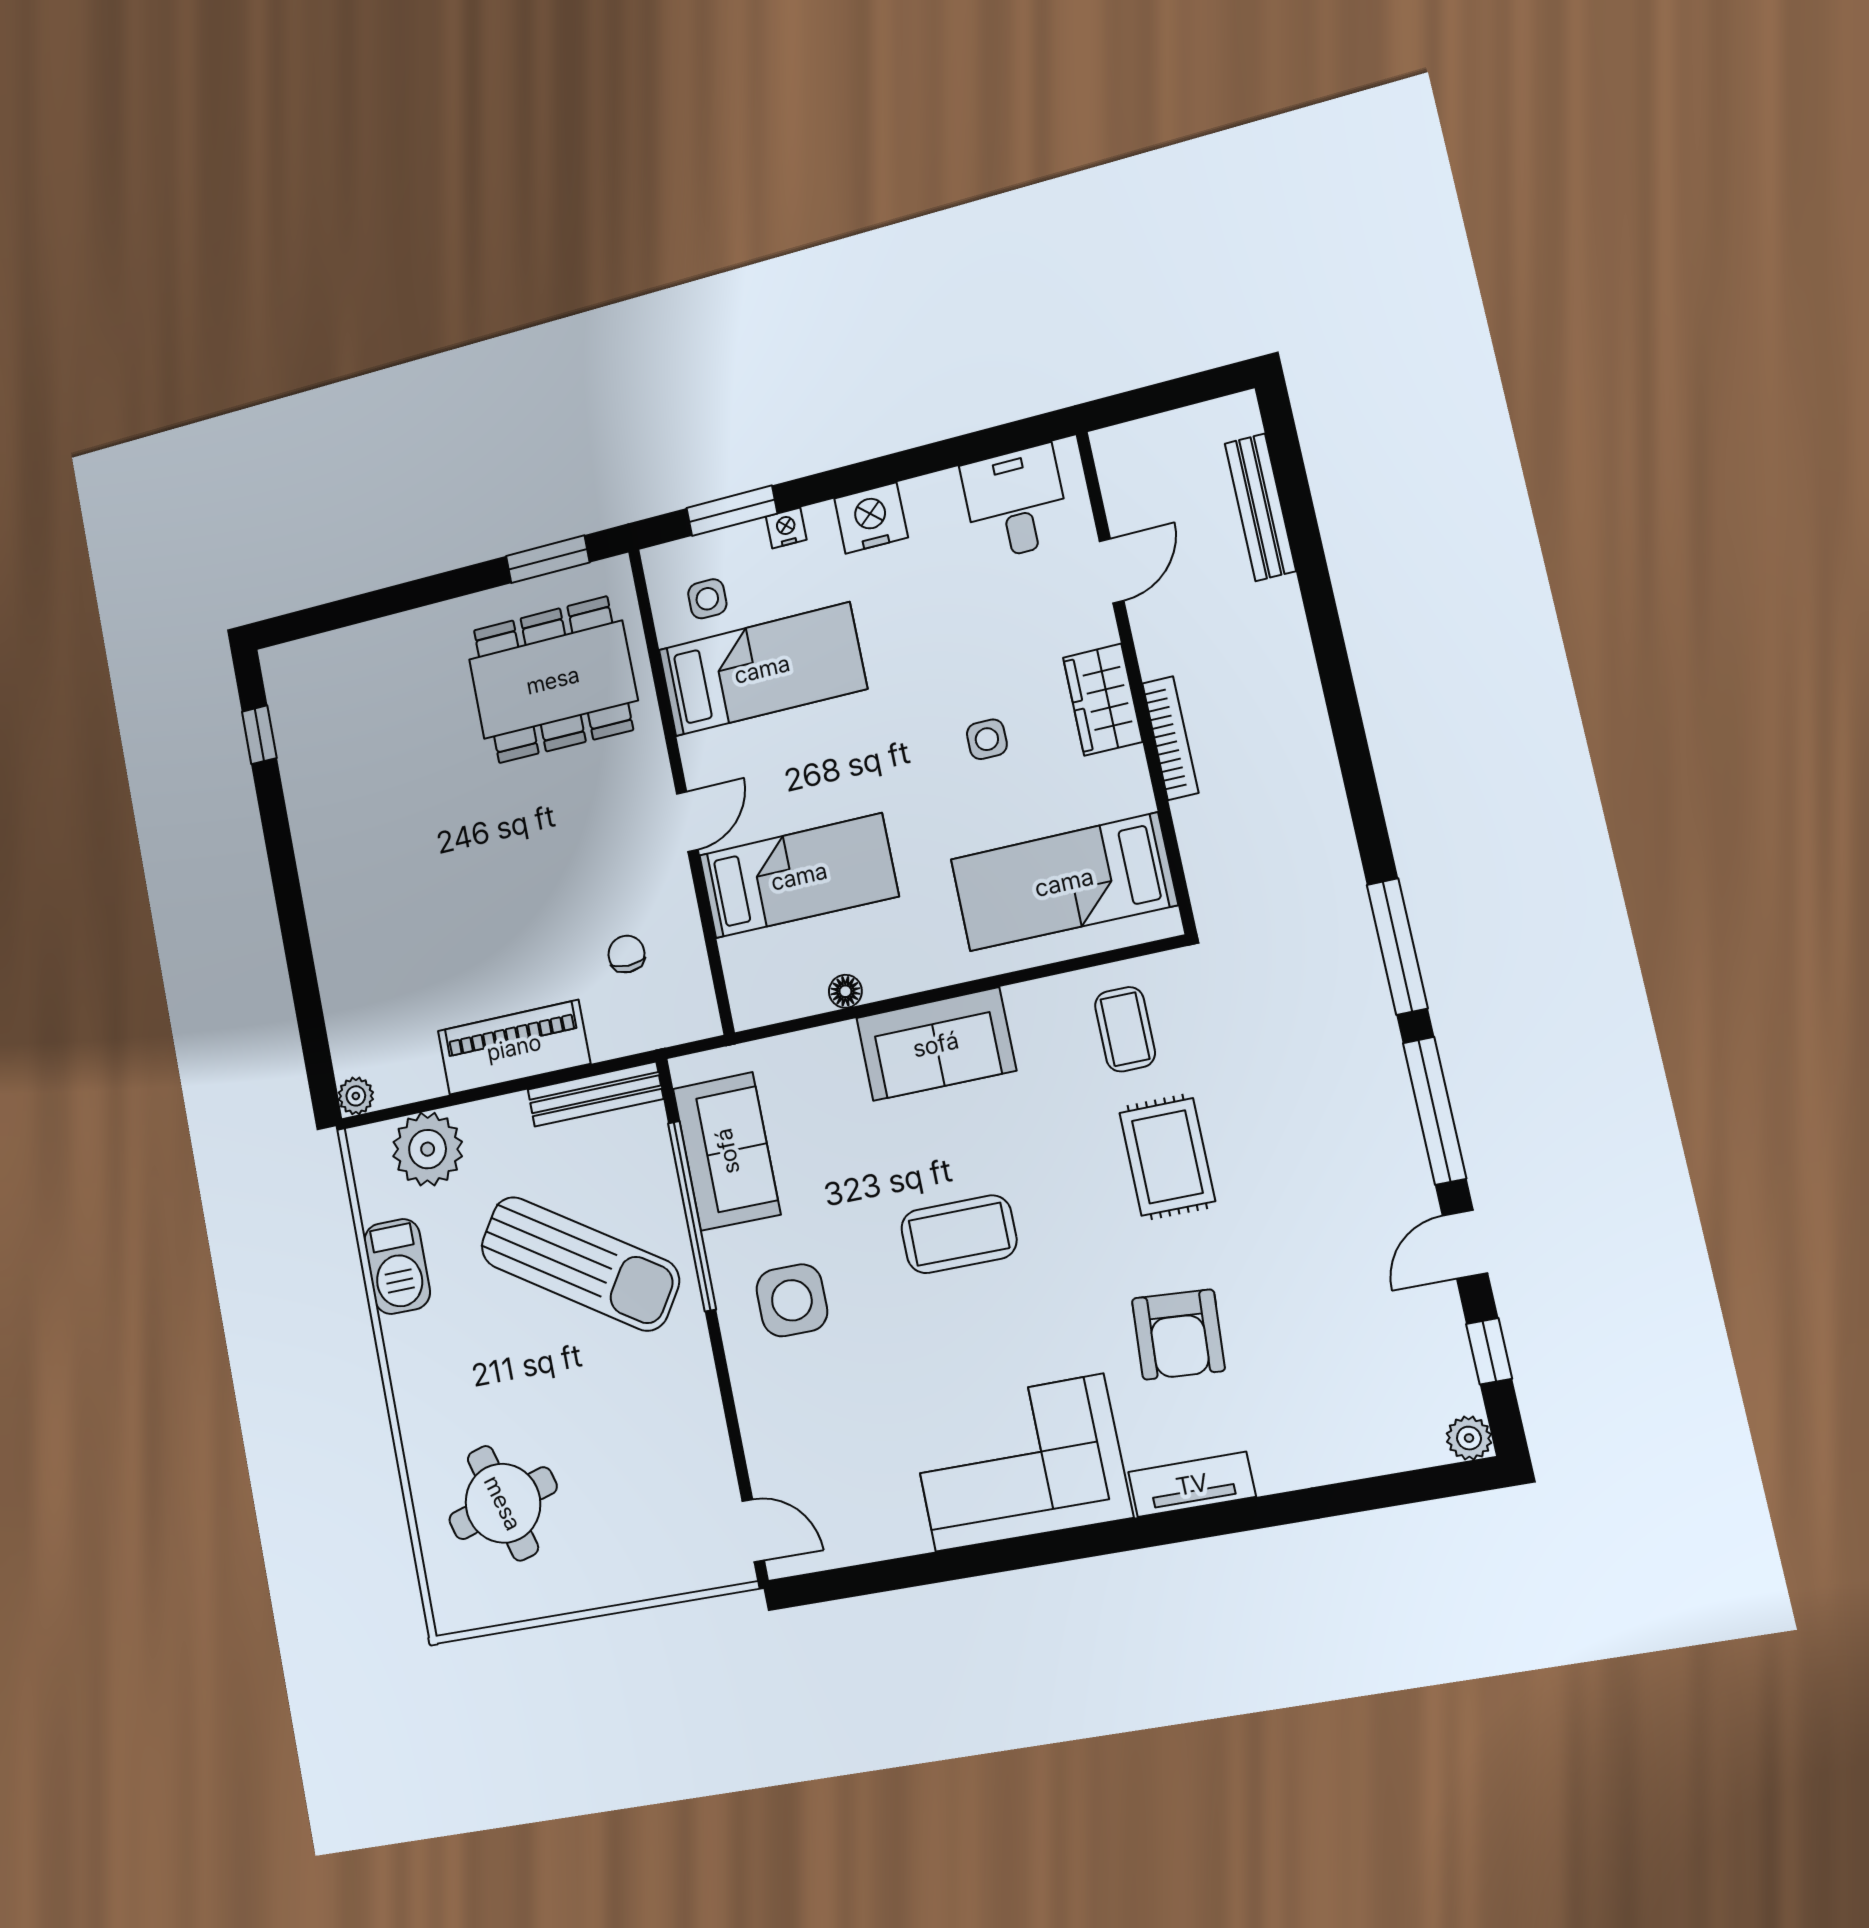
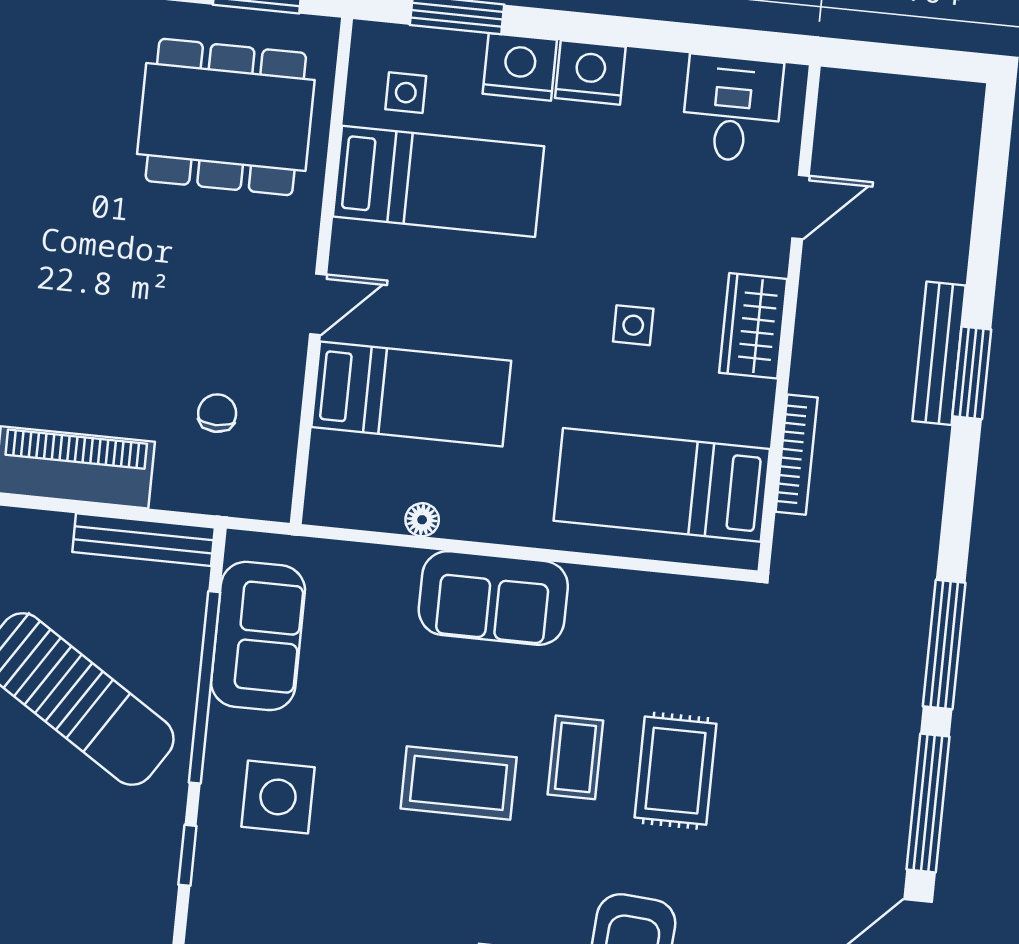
bench: (1260, 507) -> (939, 353), moved
nightstand: (786, 528) -> (520, 67), width x1.89, depth x1.79
window: (1335, 670) -> (972, 373), added
bookcase: (1170, 738) -> (797, 455), moved
coffee table: (1125, 1029) -> (575, 757), moved
window: (724, 1382) -> (187, 855), added

